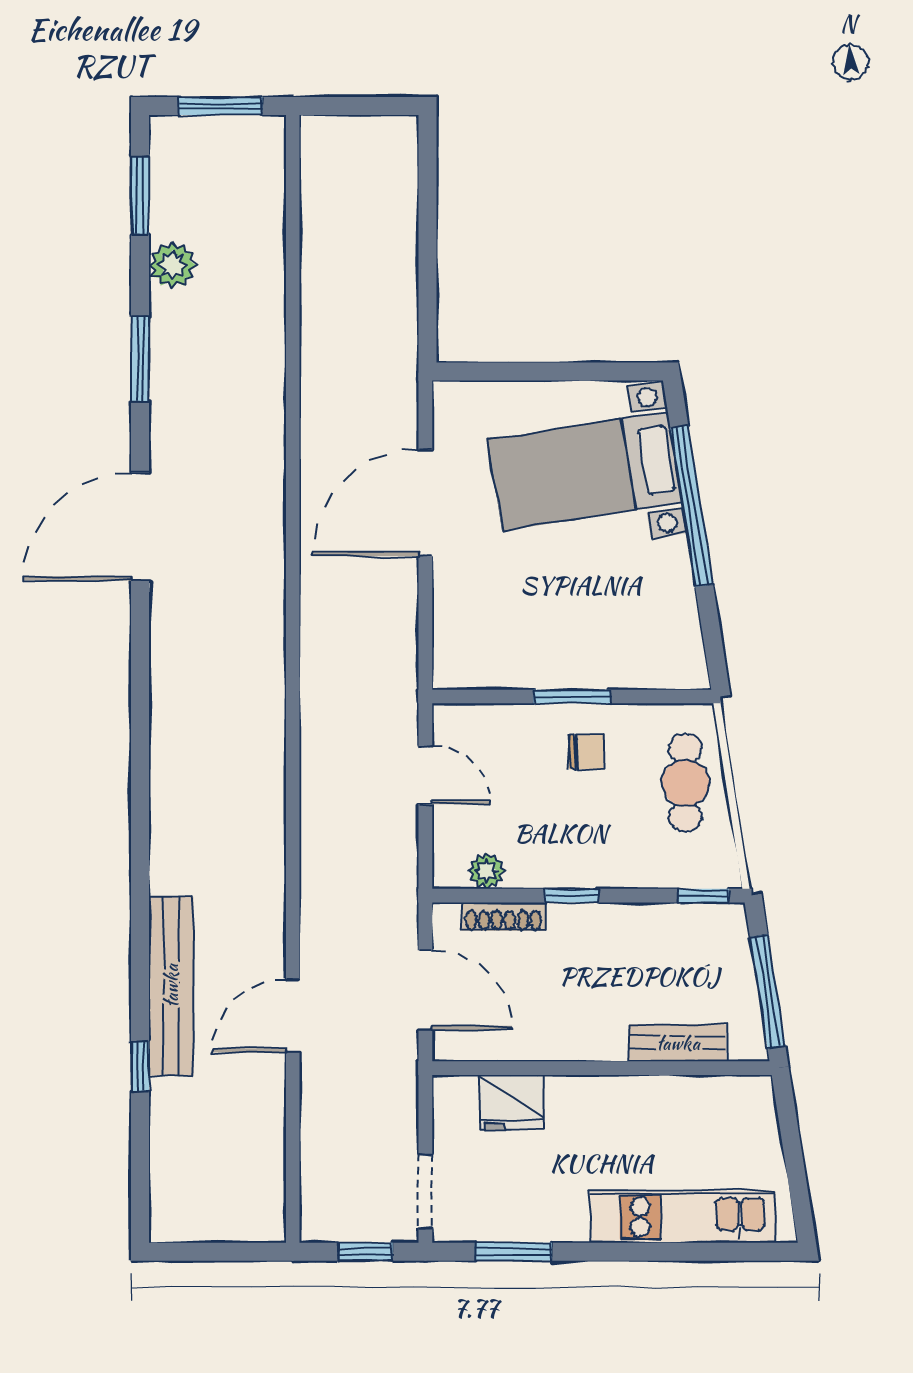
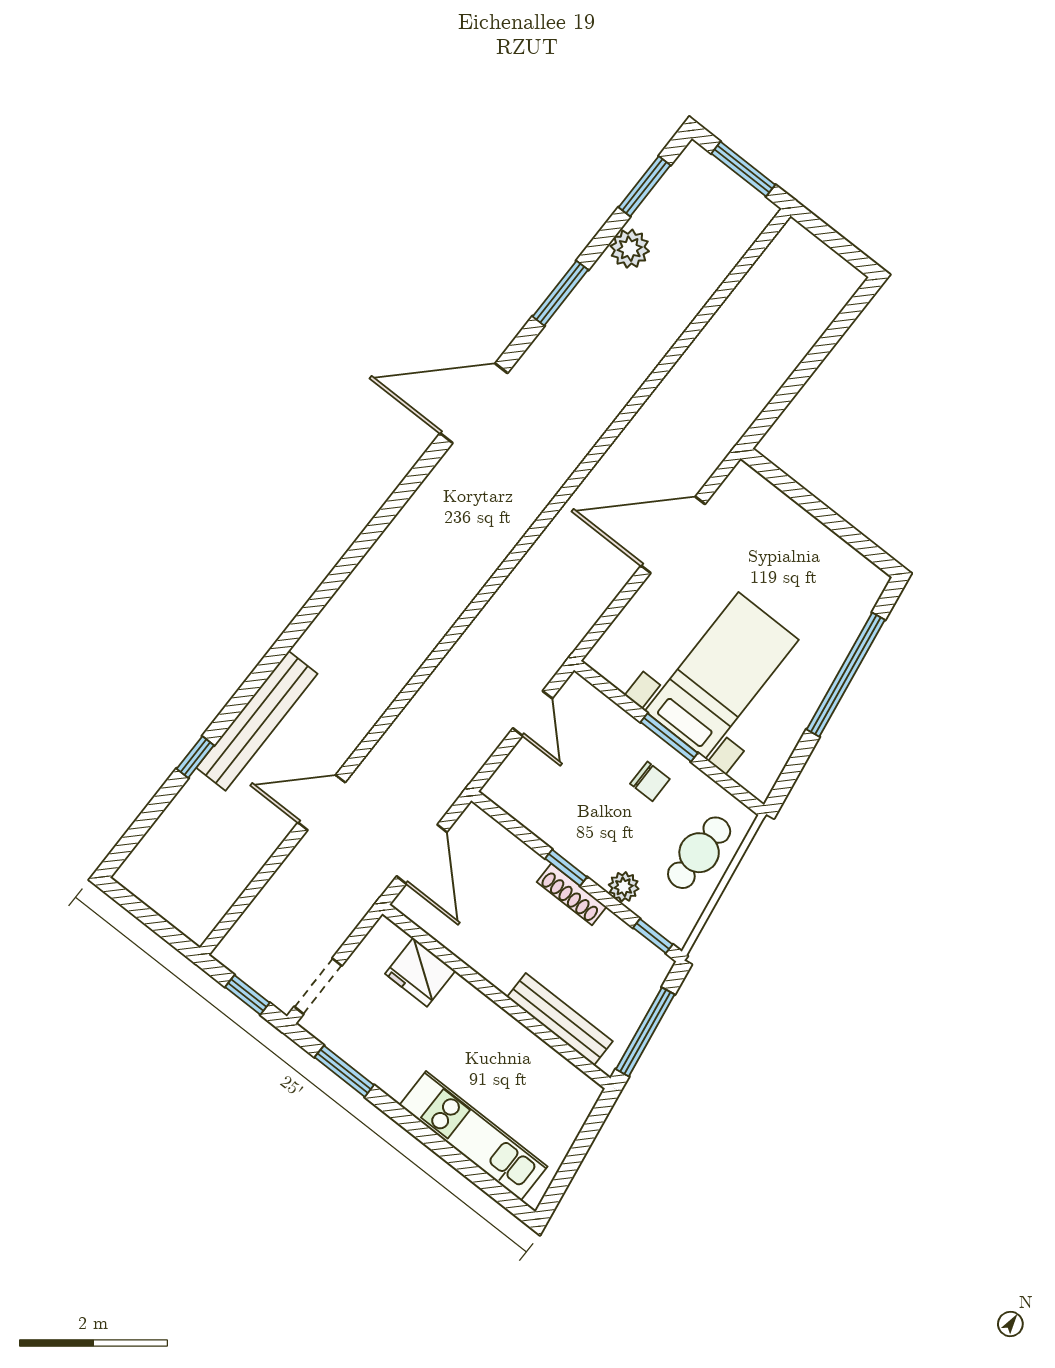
bed with nightstands: (585, 471) -> (722, 675), moved, turned 99
plant: (487, 871) -> (624, 887), moved
shoe rack: (503, 917) -> (572, 894), moved
bench: (678, 1043) -> (560, 1019), width x1.36

